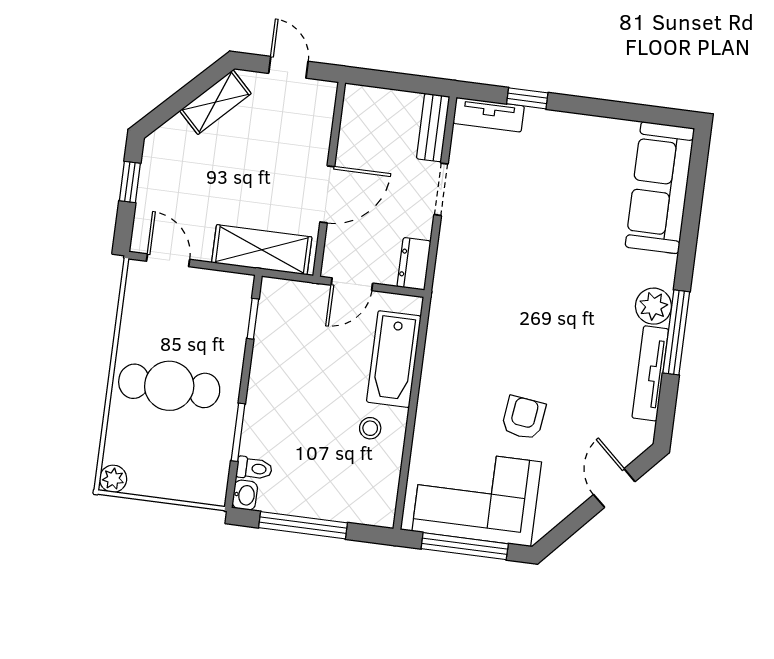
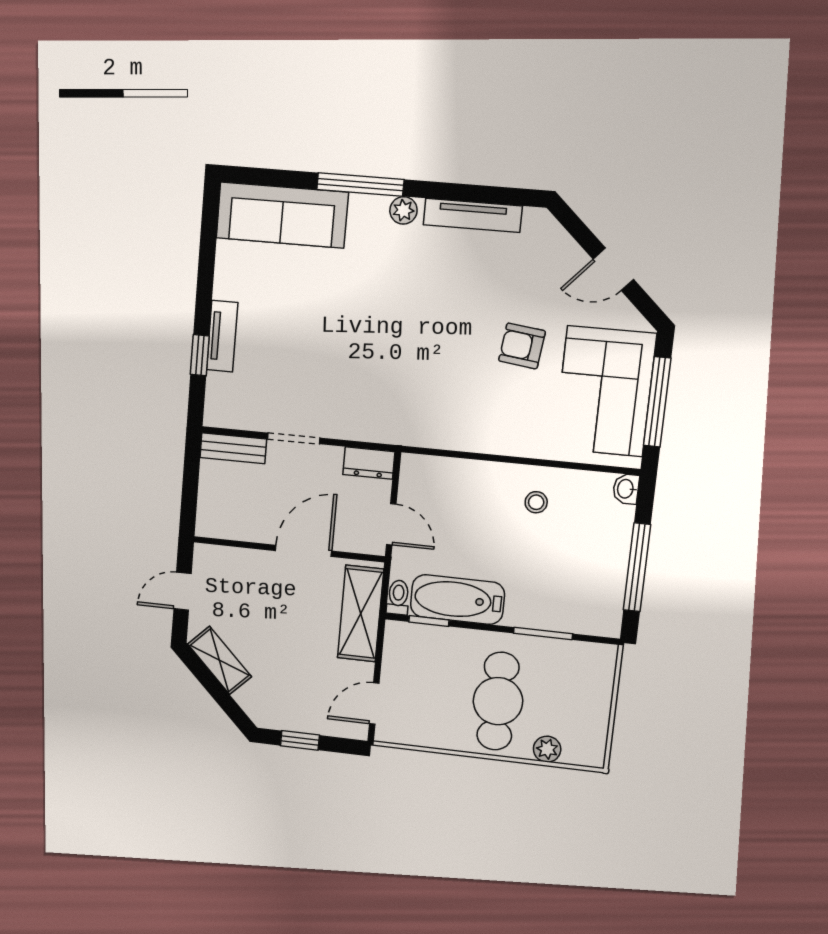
tv unit: (489, 115) -> (222, 336), moved
door: (327, 194) -> (304, 551), hinge flipped
plant: (653, 306) -> (403, 210), width x0.73, depth x0.73
window: (676, 332) -> (360, 185), moved
bathtub: (394, 359) -> (457, 600), moved, turned 180
toilet: (254, 468) -> (398, 597), moved
plant: (113, 479) -> (547, 749), moved
door: (614, 488) -> (613, 269), moved
washbasin: (245, 495) -> (626, 489), moved, turned -90

